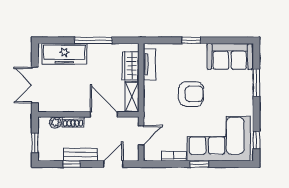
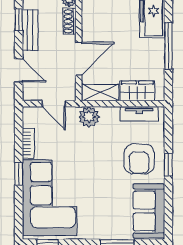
armchair: (191, 94) -> (139, 159), moved
plant: (152, 106) -> (89, 117), added

